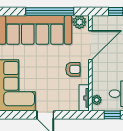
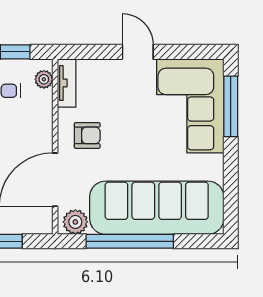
armchair: (73, 69) -> (87, 135), turned 180

